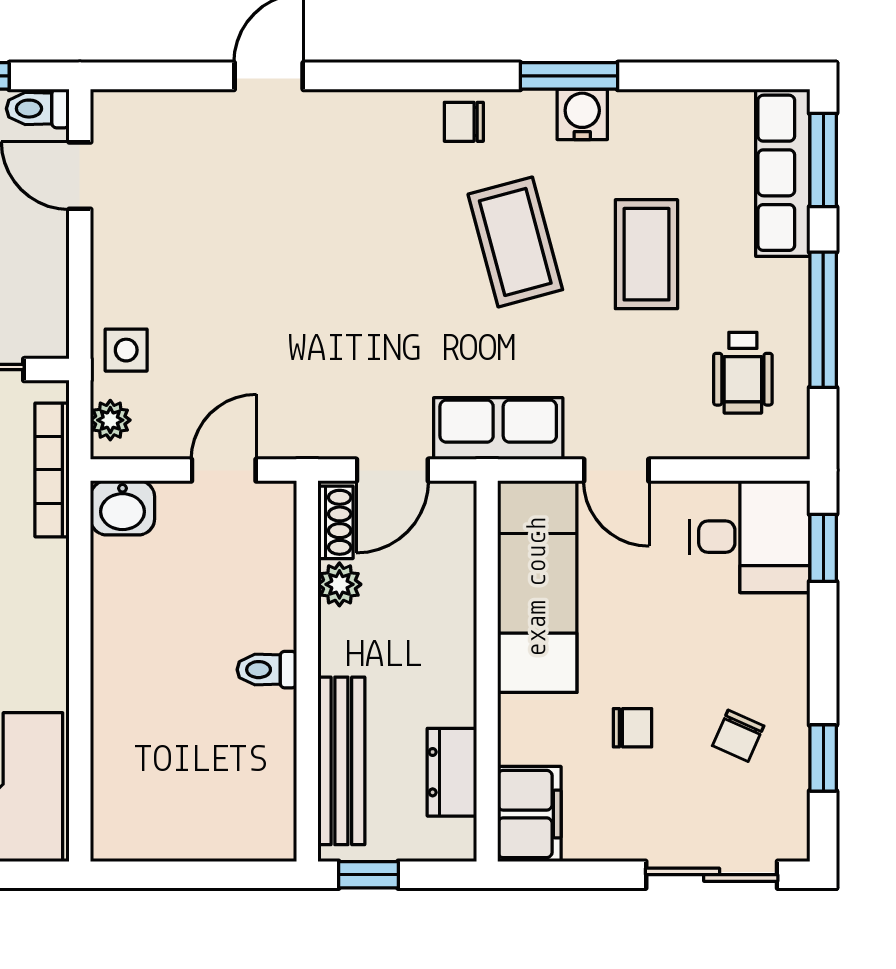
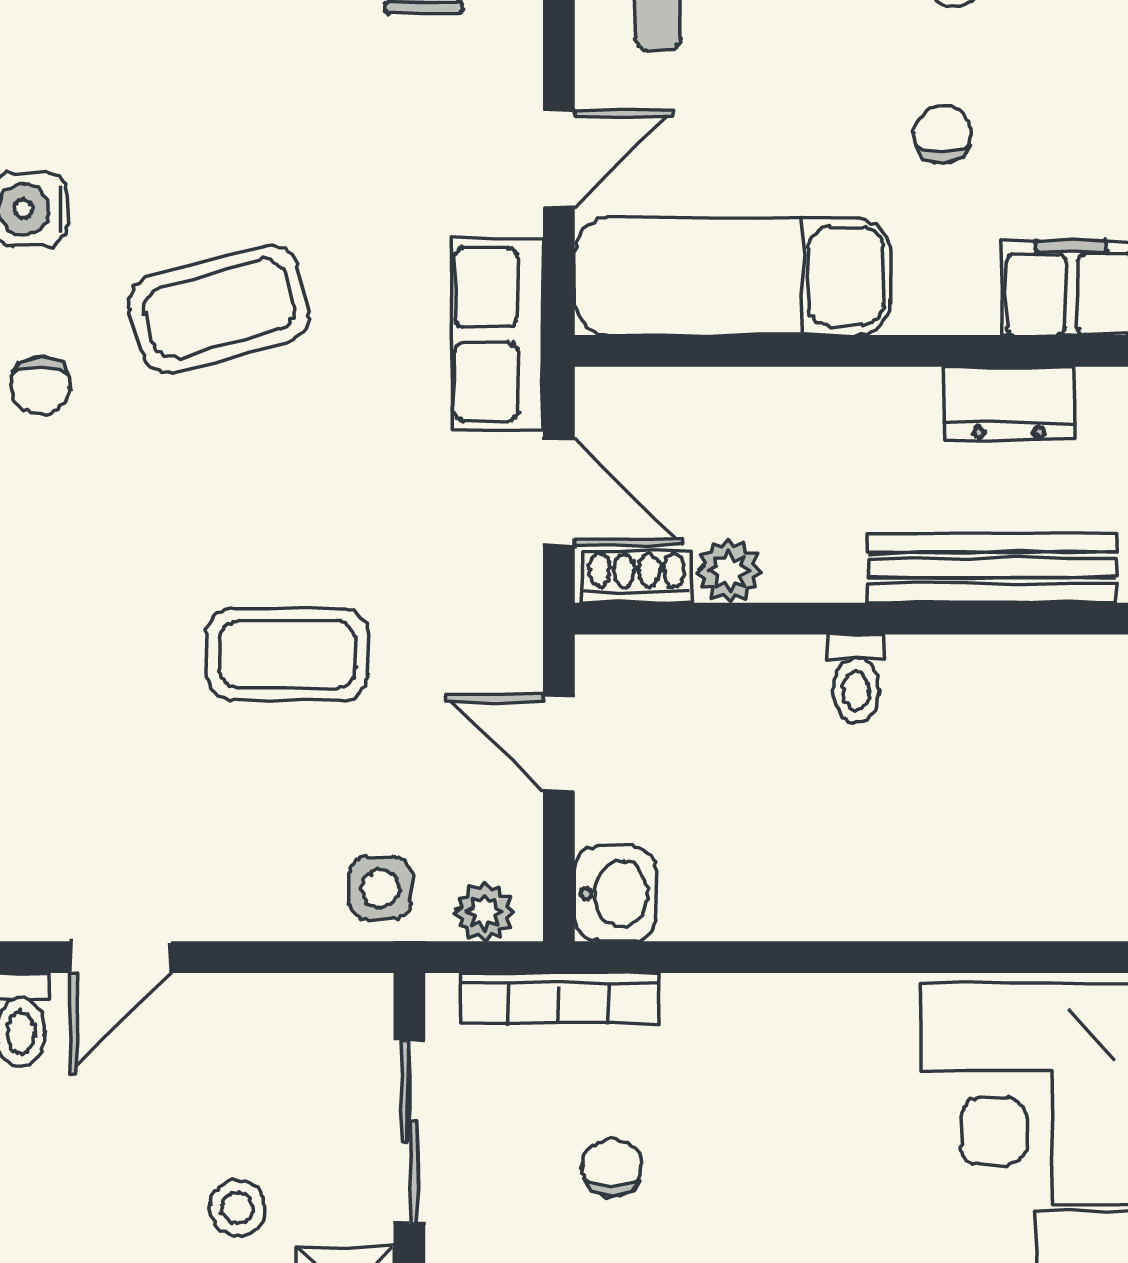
coffee table: (646, 254) -> (287, 654), moved

